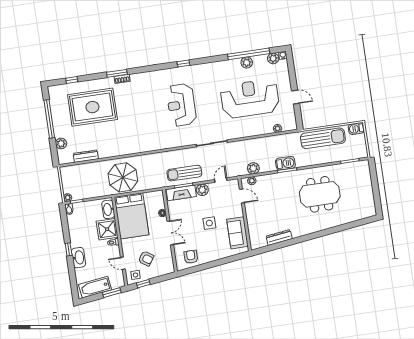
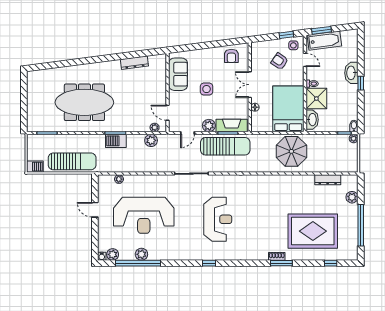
sun lounger: (323, 138) -> (72, 161), turned 180
sun lounger: (184, 173) -> (225, 146), width x1.36, depth x1.34
meeting table: (320, 194) -> (84, 102), width x1.36
bathtub: (95, 287) -> (324, 41), moved

